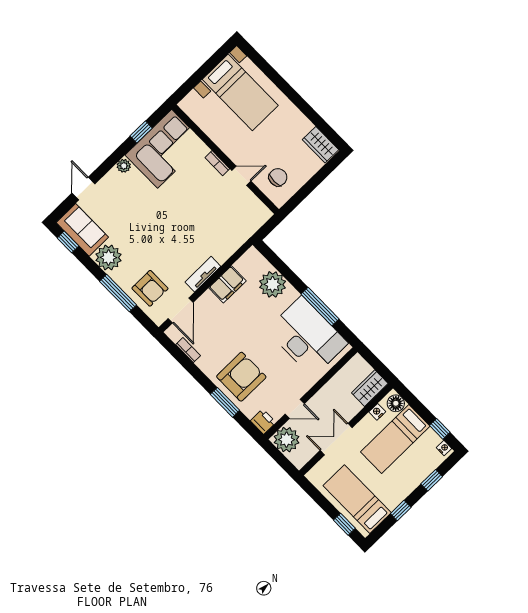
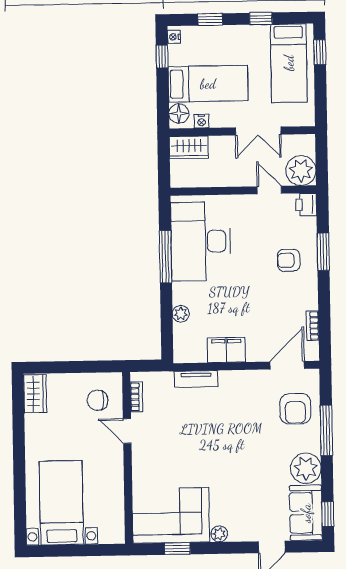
bookcase: (217, 163) -> (136, 397), moved
tv unit: (203, 274) -> (196, 379), moved
plant: (273, 284) -> (181, 314), width x0.53, depth x0.53
armchair: (150, 288) -> (295, 409), turned 180
armchair: (241, 377) -> (289, 260), width x0.53, depth x0.53

